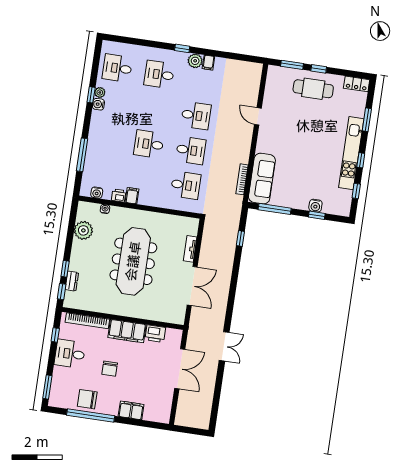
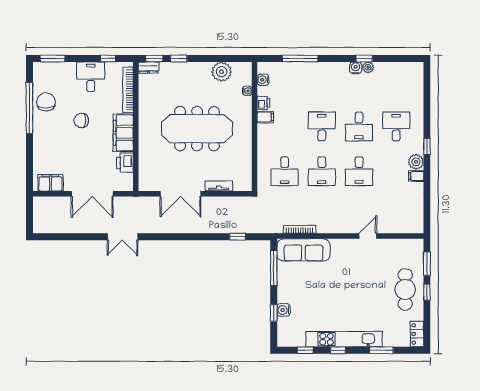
desk: (117, 68) -> (359, 126), moved, turned 180
dresser: (72, 281) -> (149, 67), moved
filing cabinet: (131, 410) -> (50, 183), moved, turned -90

